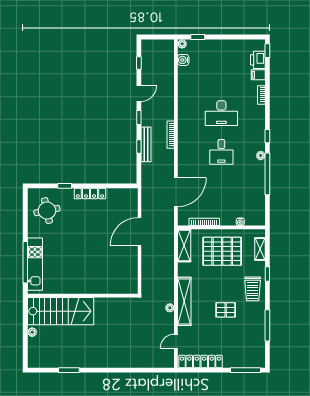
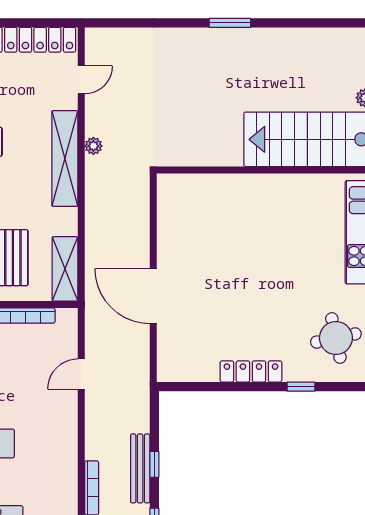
door: (176, 192) -> (81, 374), width x0.53
door: (139, 232) -> (153, 296), swing flipped
window: (69, 370) -> (230, 23), moved

